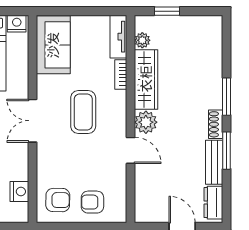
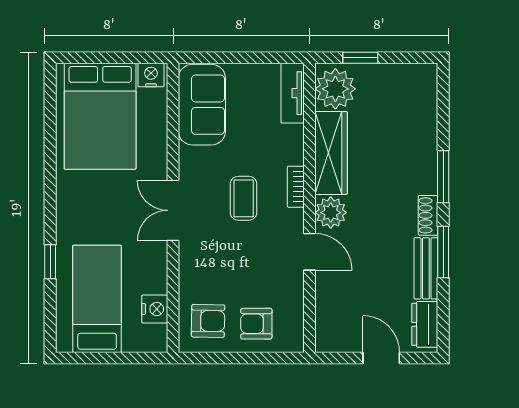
plant: (142, 40) -> (335, 89), width x1.87, depth x1.87
bookcase: (121, 74) -> (296, 187), moved
coffee table: (83, 112) -> (244, 198), width x0.73, depth x0.77

